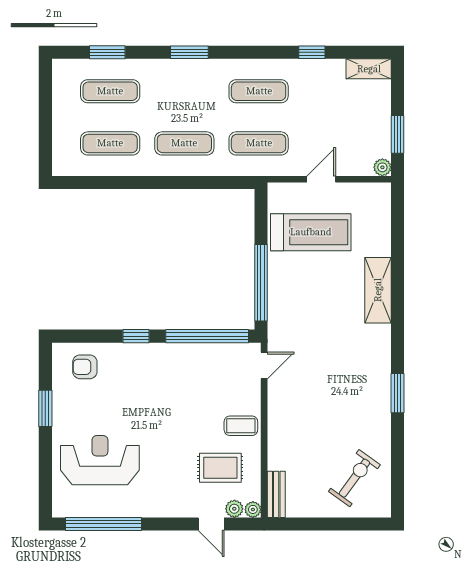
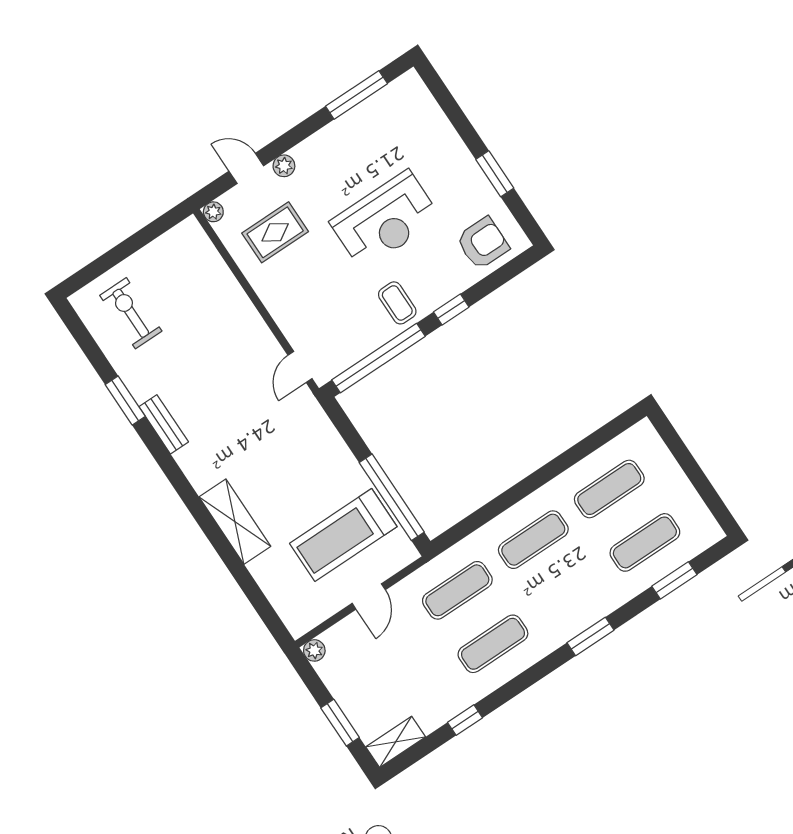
window: (398, 134) -> (340, 723), moved
window: (261, 283) -> (392, 497), moved
armchair: (85, 367) -> (483, 243), width x1.38, depth x1.38
window: (398, 393) -> (125, 400), moved
coffee table: (241, 426) -> (397, 303), moved, turned 90
reception desk: (100, 460) -> (385, 220), moved
exercise bike: (354, 478) -> (131, 313), turned 144
bench: (276, 494) -> (164, 424), moved
plant: (234, 509) -> (284, 166), moved
window: (103, 524) -> (356, 95), width x0.68

